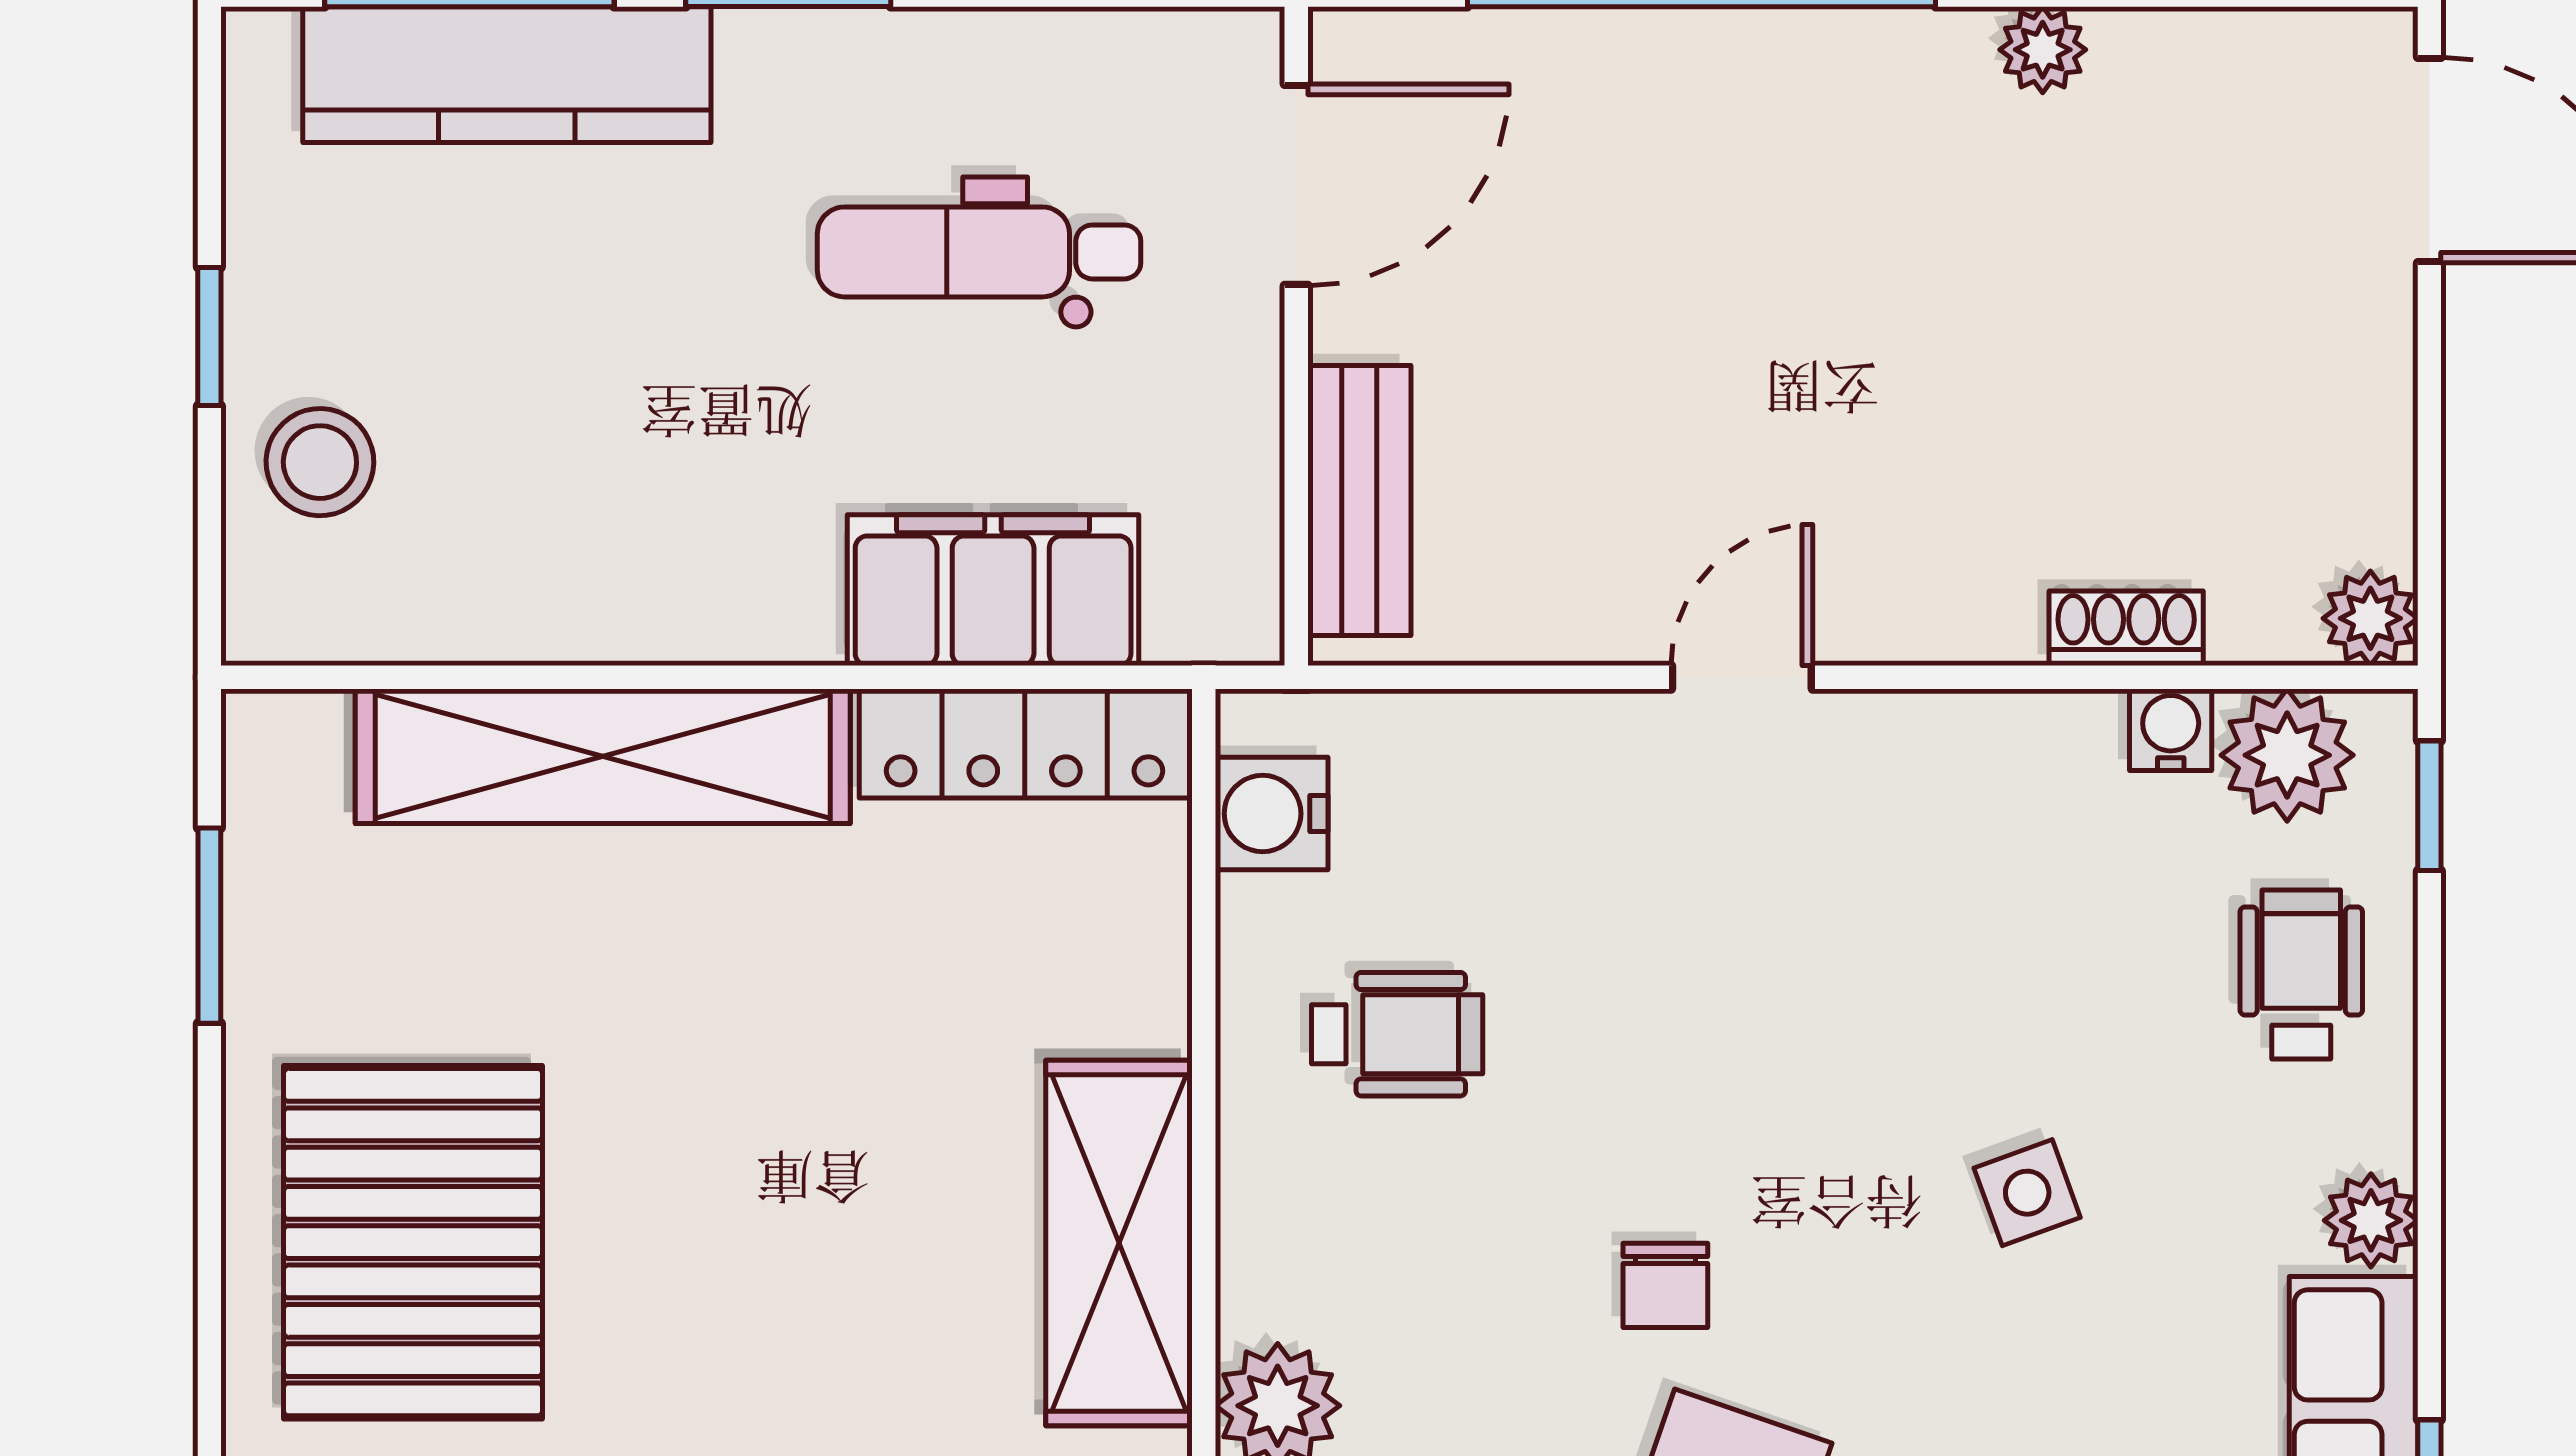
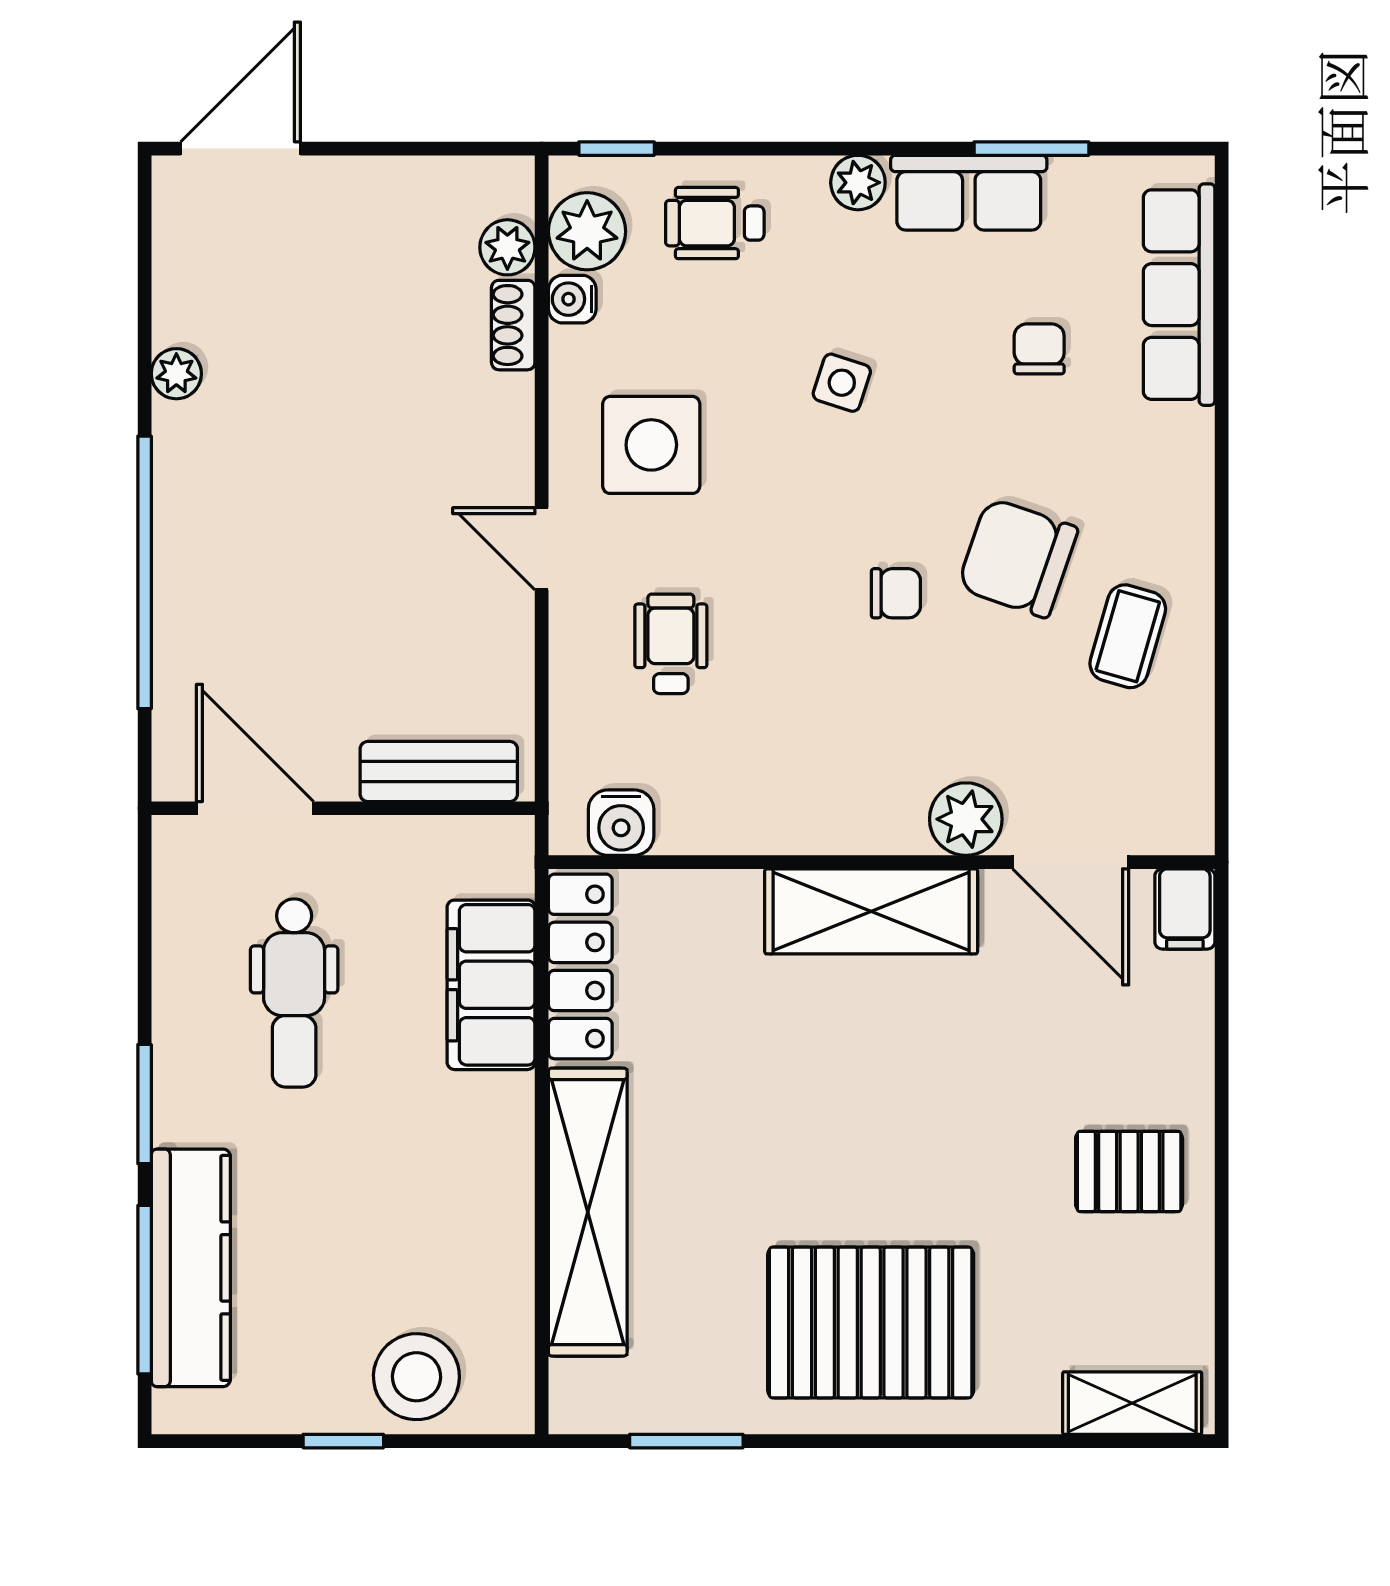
stool: (320, 462) -> (416, 1377), width x1.38, depth x1.38
plant: (2370, 618) -> (507, 247), moved
side table: (1920, 865) -> (651, 445), added
wheelchair: (1397, 1034) -> (671, 644), moved
side table: (2027, 1193) -> (842, 383), turned 38

